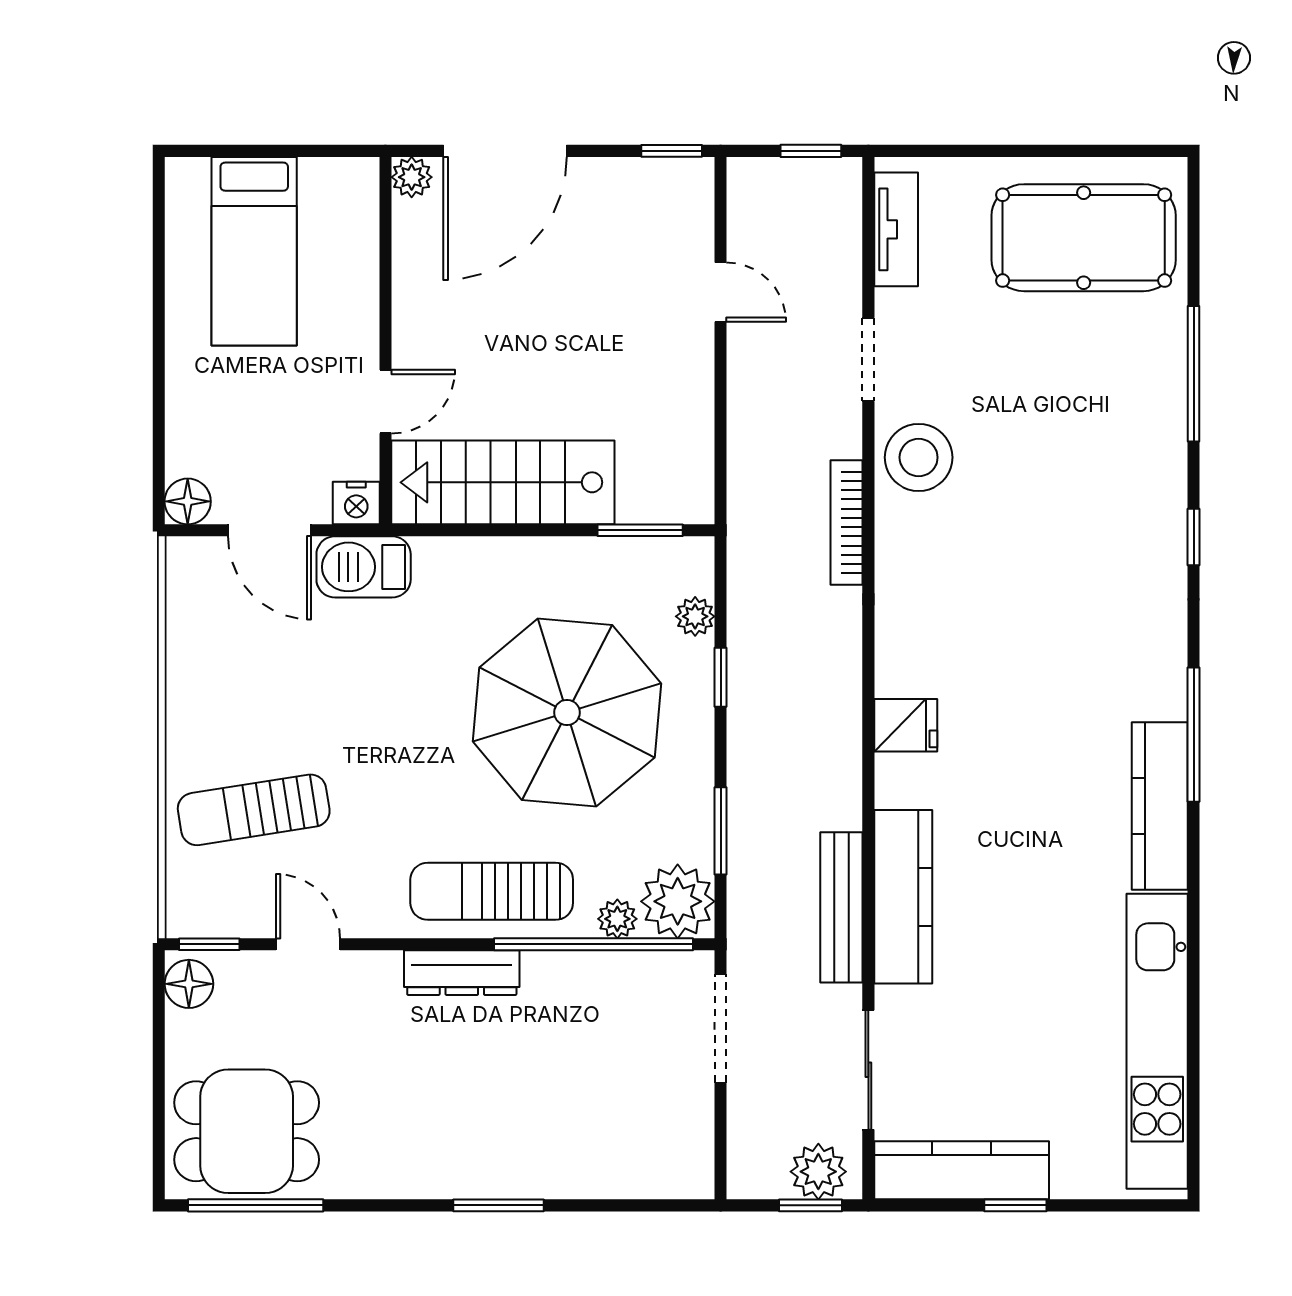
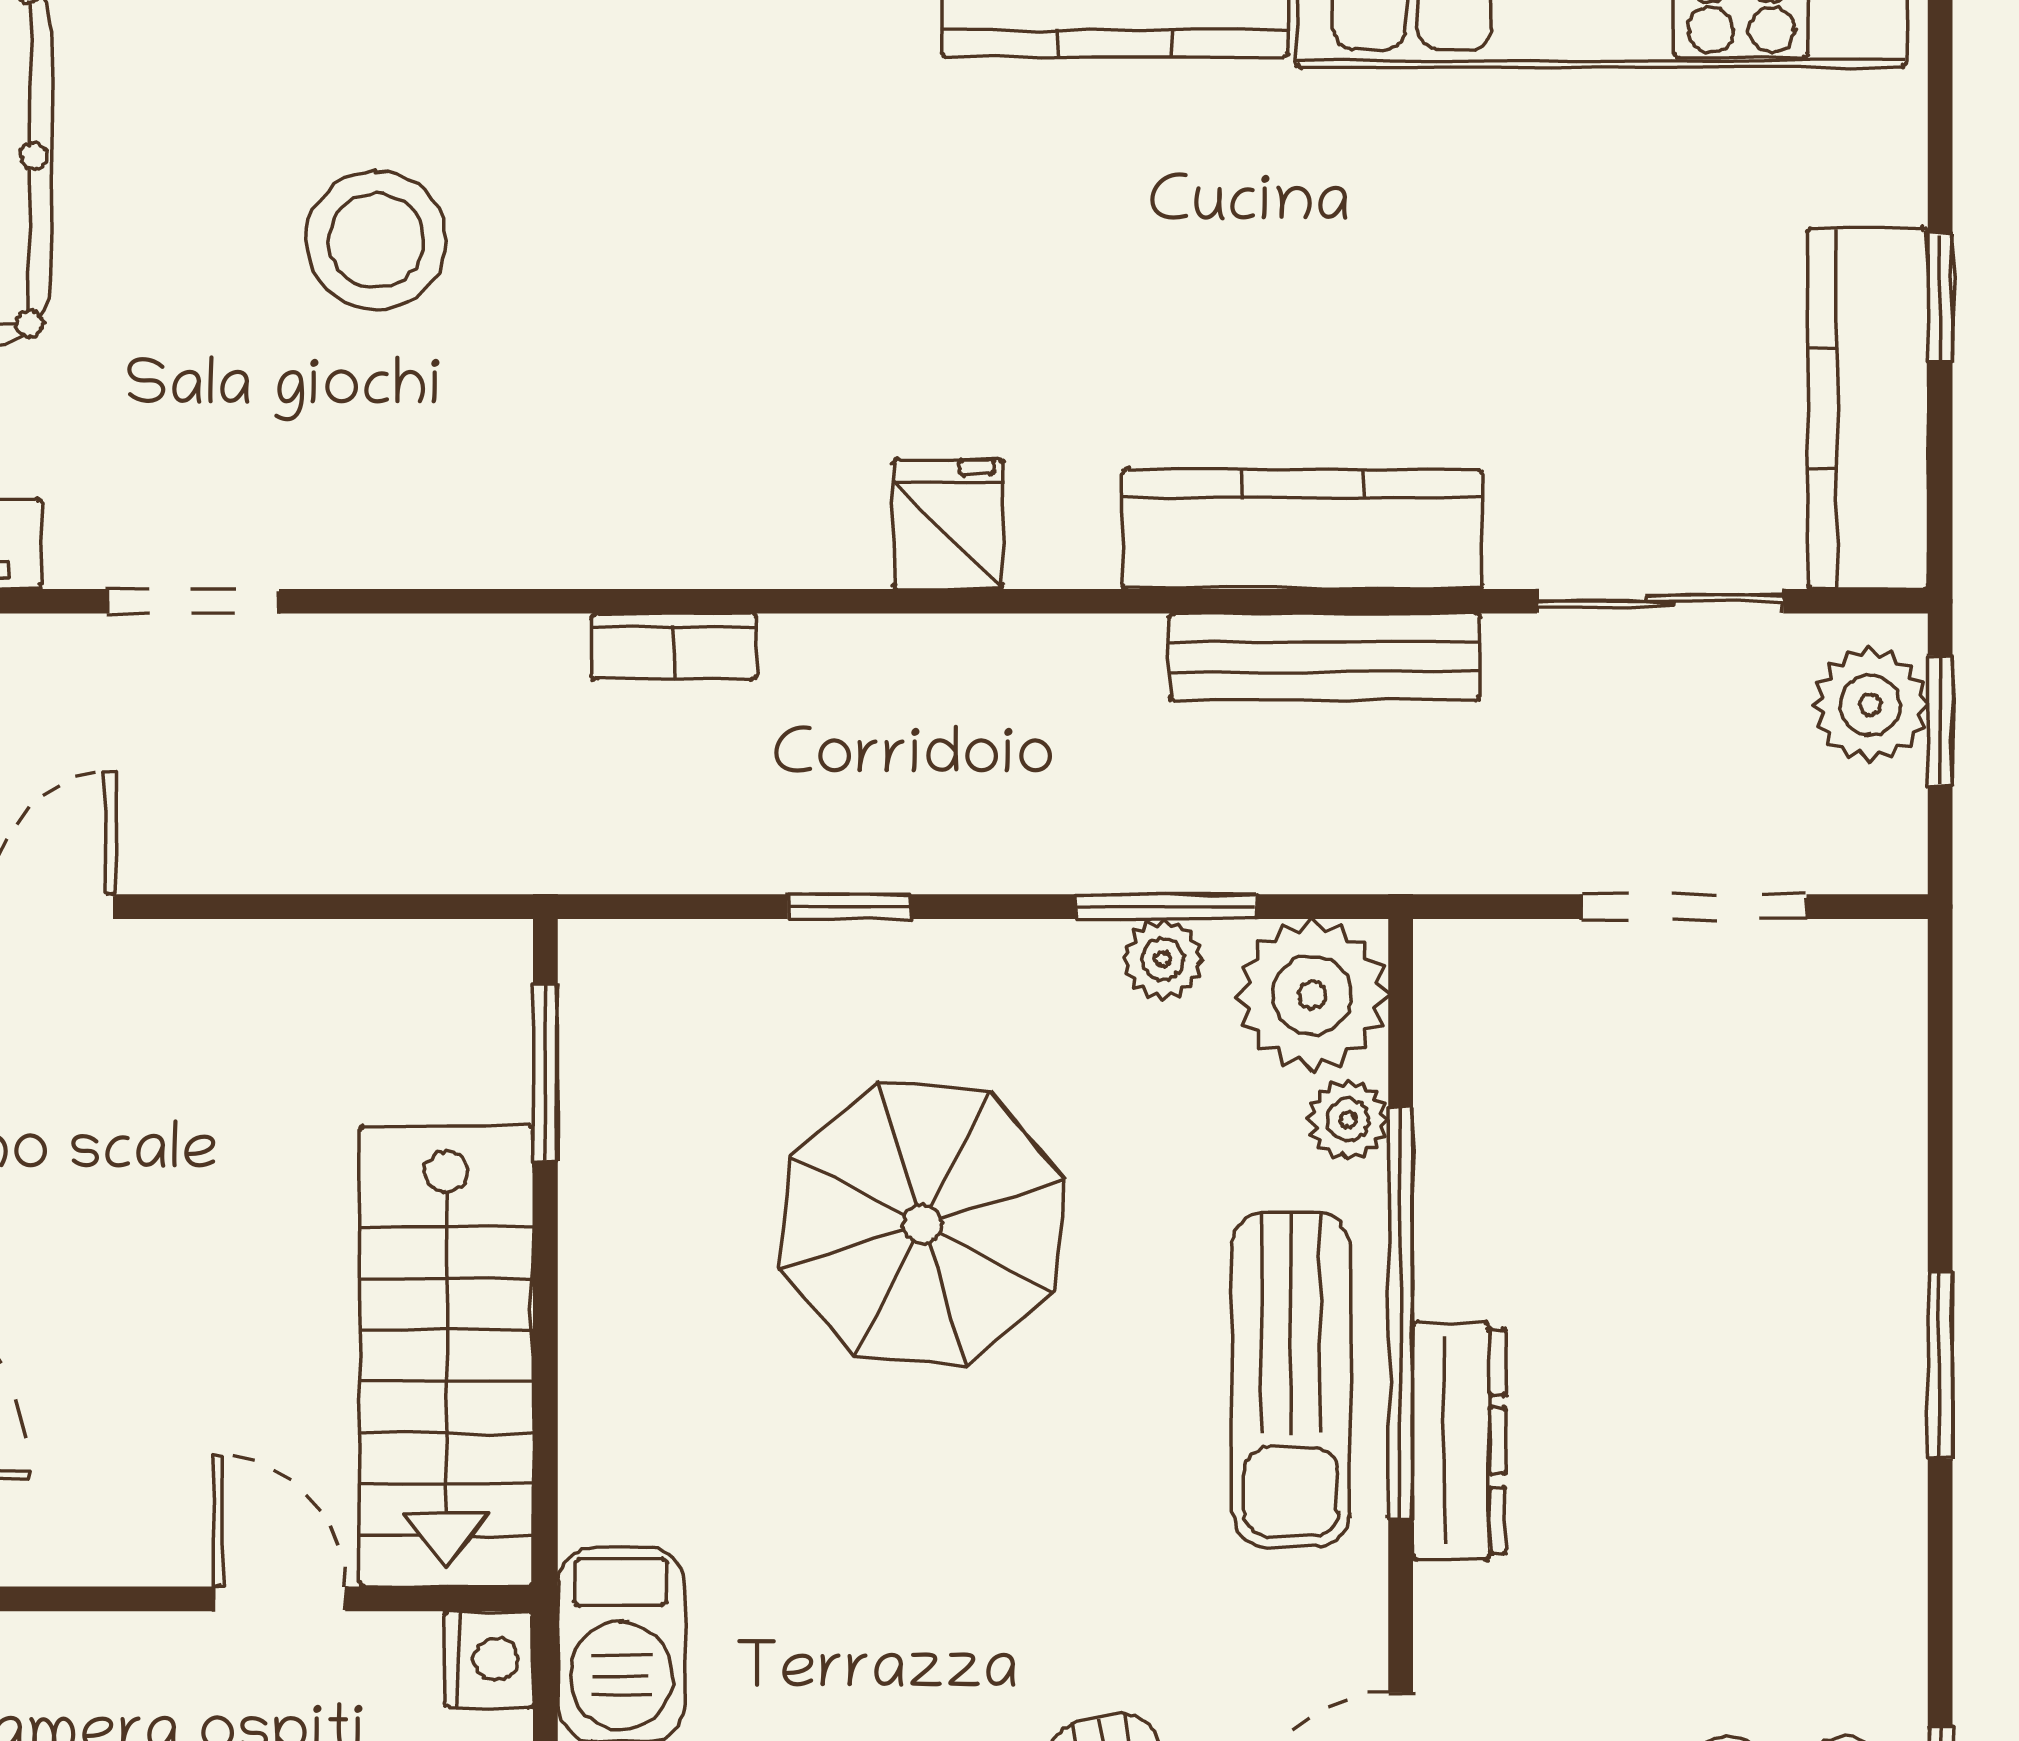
stool: (919, 457) -> (376, 240), moved
bookcase: (846, 523) -> (674, 646), moved, width x0.64
plant: (695, 616) -> (1163, 959), moved
parasol: (567, 713) -> (922, 1224), width x0.73, depth x0.73
window: (594, 944) -> (1401, 1312), moved
doorway: (721, 1028) -> (1695, 907), moved

